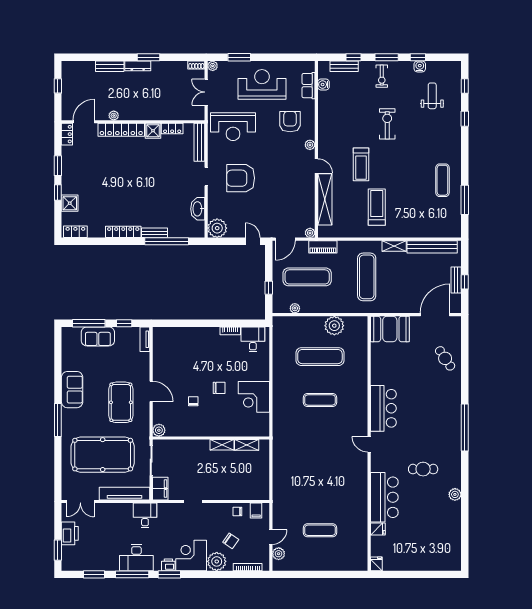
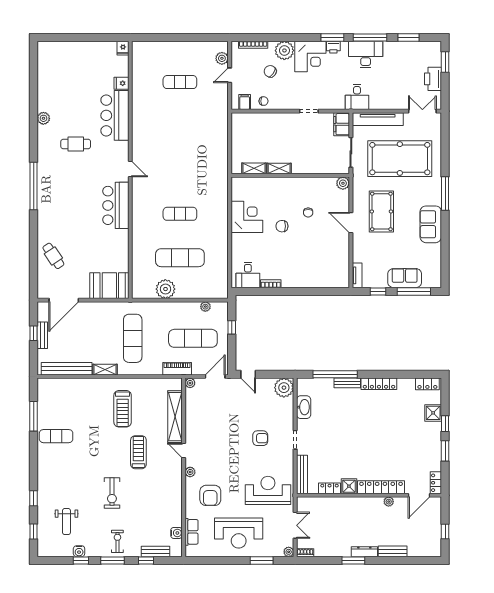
armchair: (241, 178) -> (260, 438), width x0.53, depth x0.53
exercise mat: (442, 180) -> (56, 436), turned 90

